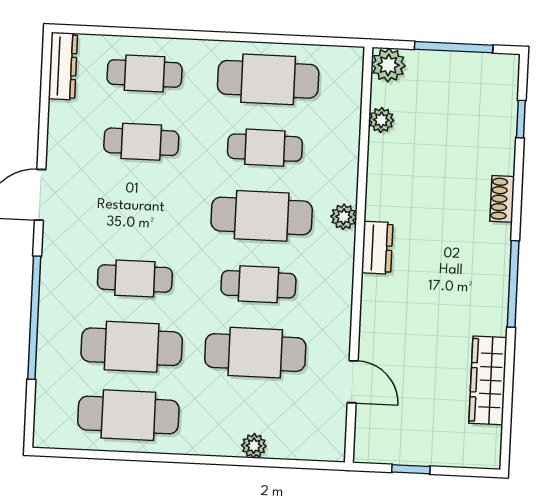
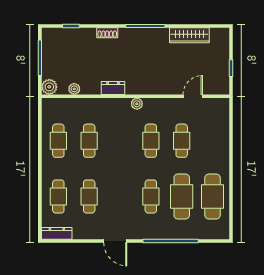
cafe table: (268, 79) -> (58, 141), width x0.73, depth x0.74
cafe table: (262, 216) -> (120, 141), removed
plant: (344, 217) -> (137, 104), moved
dresser: (377, 248) -> (113, 88), moved
cafe table: (255, 353) -> (182, 141), width x0.73, depth x0.74
plant: (254, 446) -> (224, 139), removed

